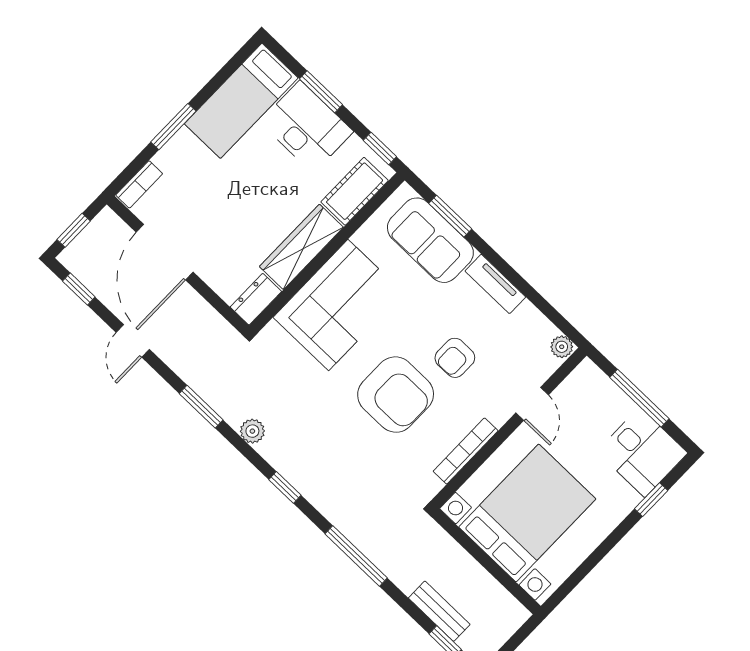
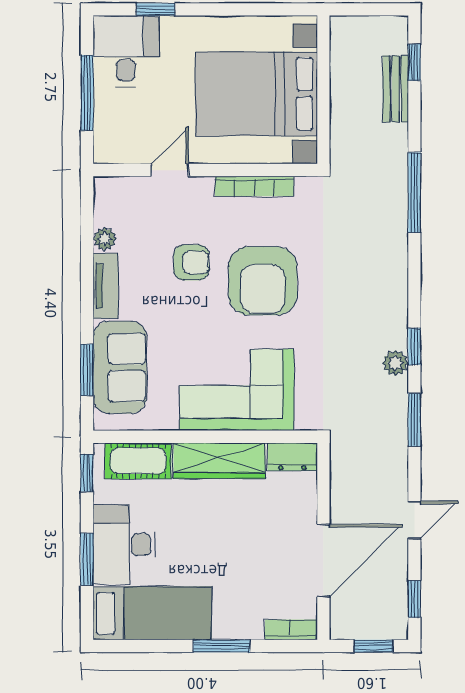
plant: (562, 347) -> (105, 239), moved
armchair: (396, 395) -> (263, 281), turned 180
window: (285, 487) -> (414, 347), moved

